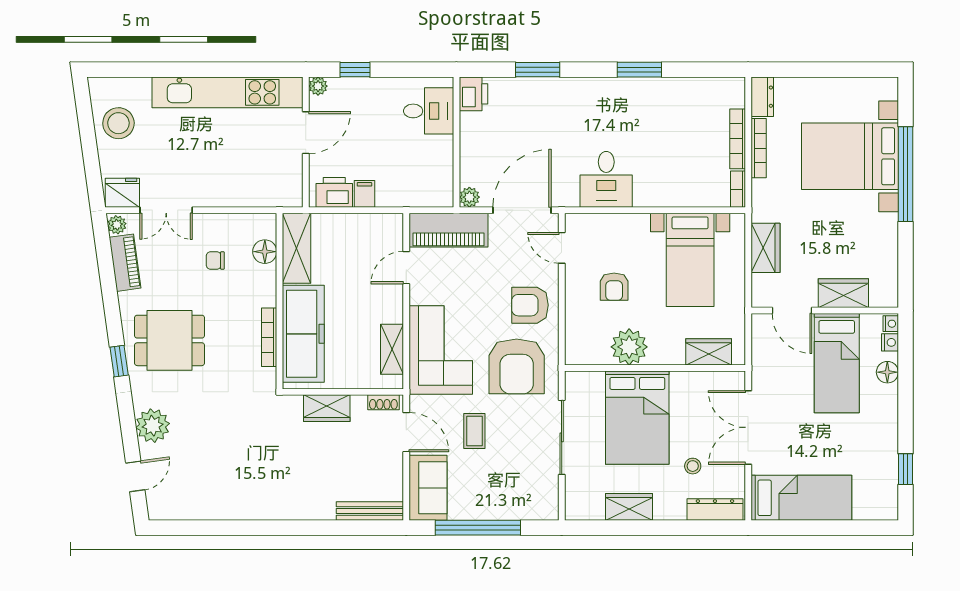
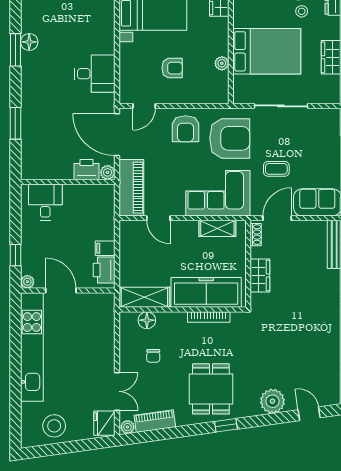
floor lamp: (650, 89) -> (29, 42), added
printer: (473, 94) -> (87, 170), moved
plant: (629, 347) -> (222, 63), width x0.53, depth x0.53

